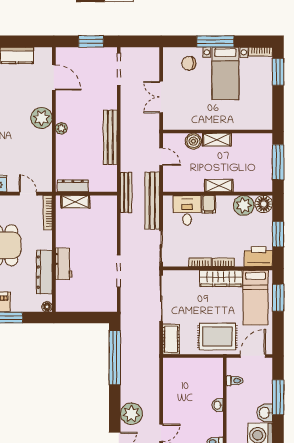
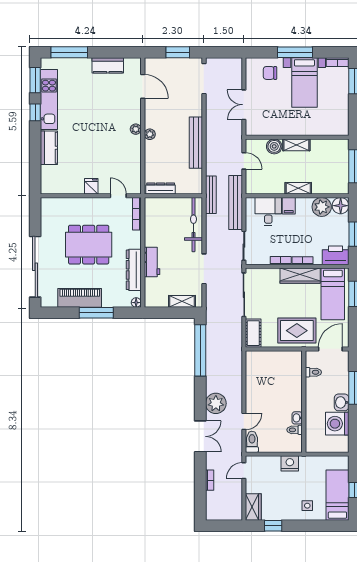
plant: (42, 118) -> (136, 129), width x0.53, depth x0.53
shelving: (75, 202) -> (182, 301), moved
bicycle: (108, 224) -> (193, 225), added
washbasin: (218, 405) -> (297, 418), moved

